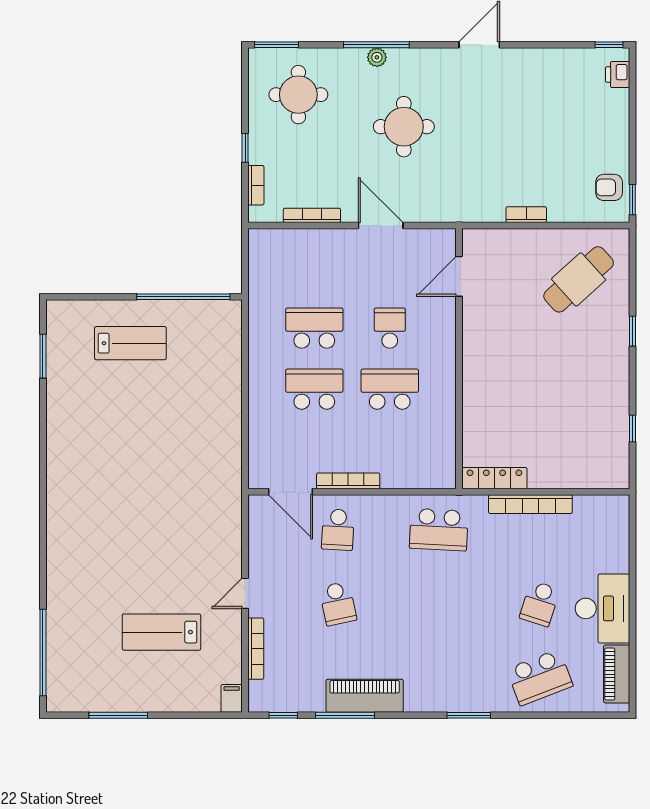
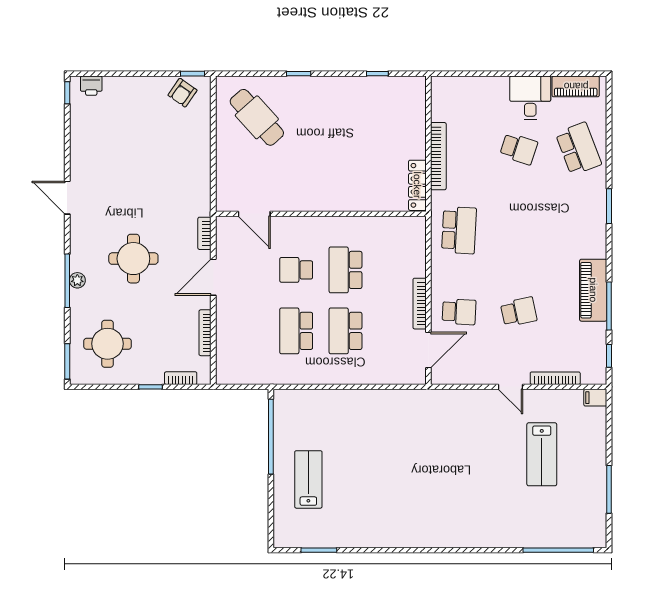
armchair: (609, 187) -> (182, 93), turned 35
bookcase: (526, 215) -> (204, 233), moved
desk: (603, 608) -> (530, 98), width x0.73

